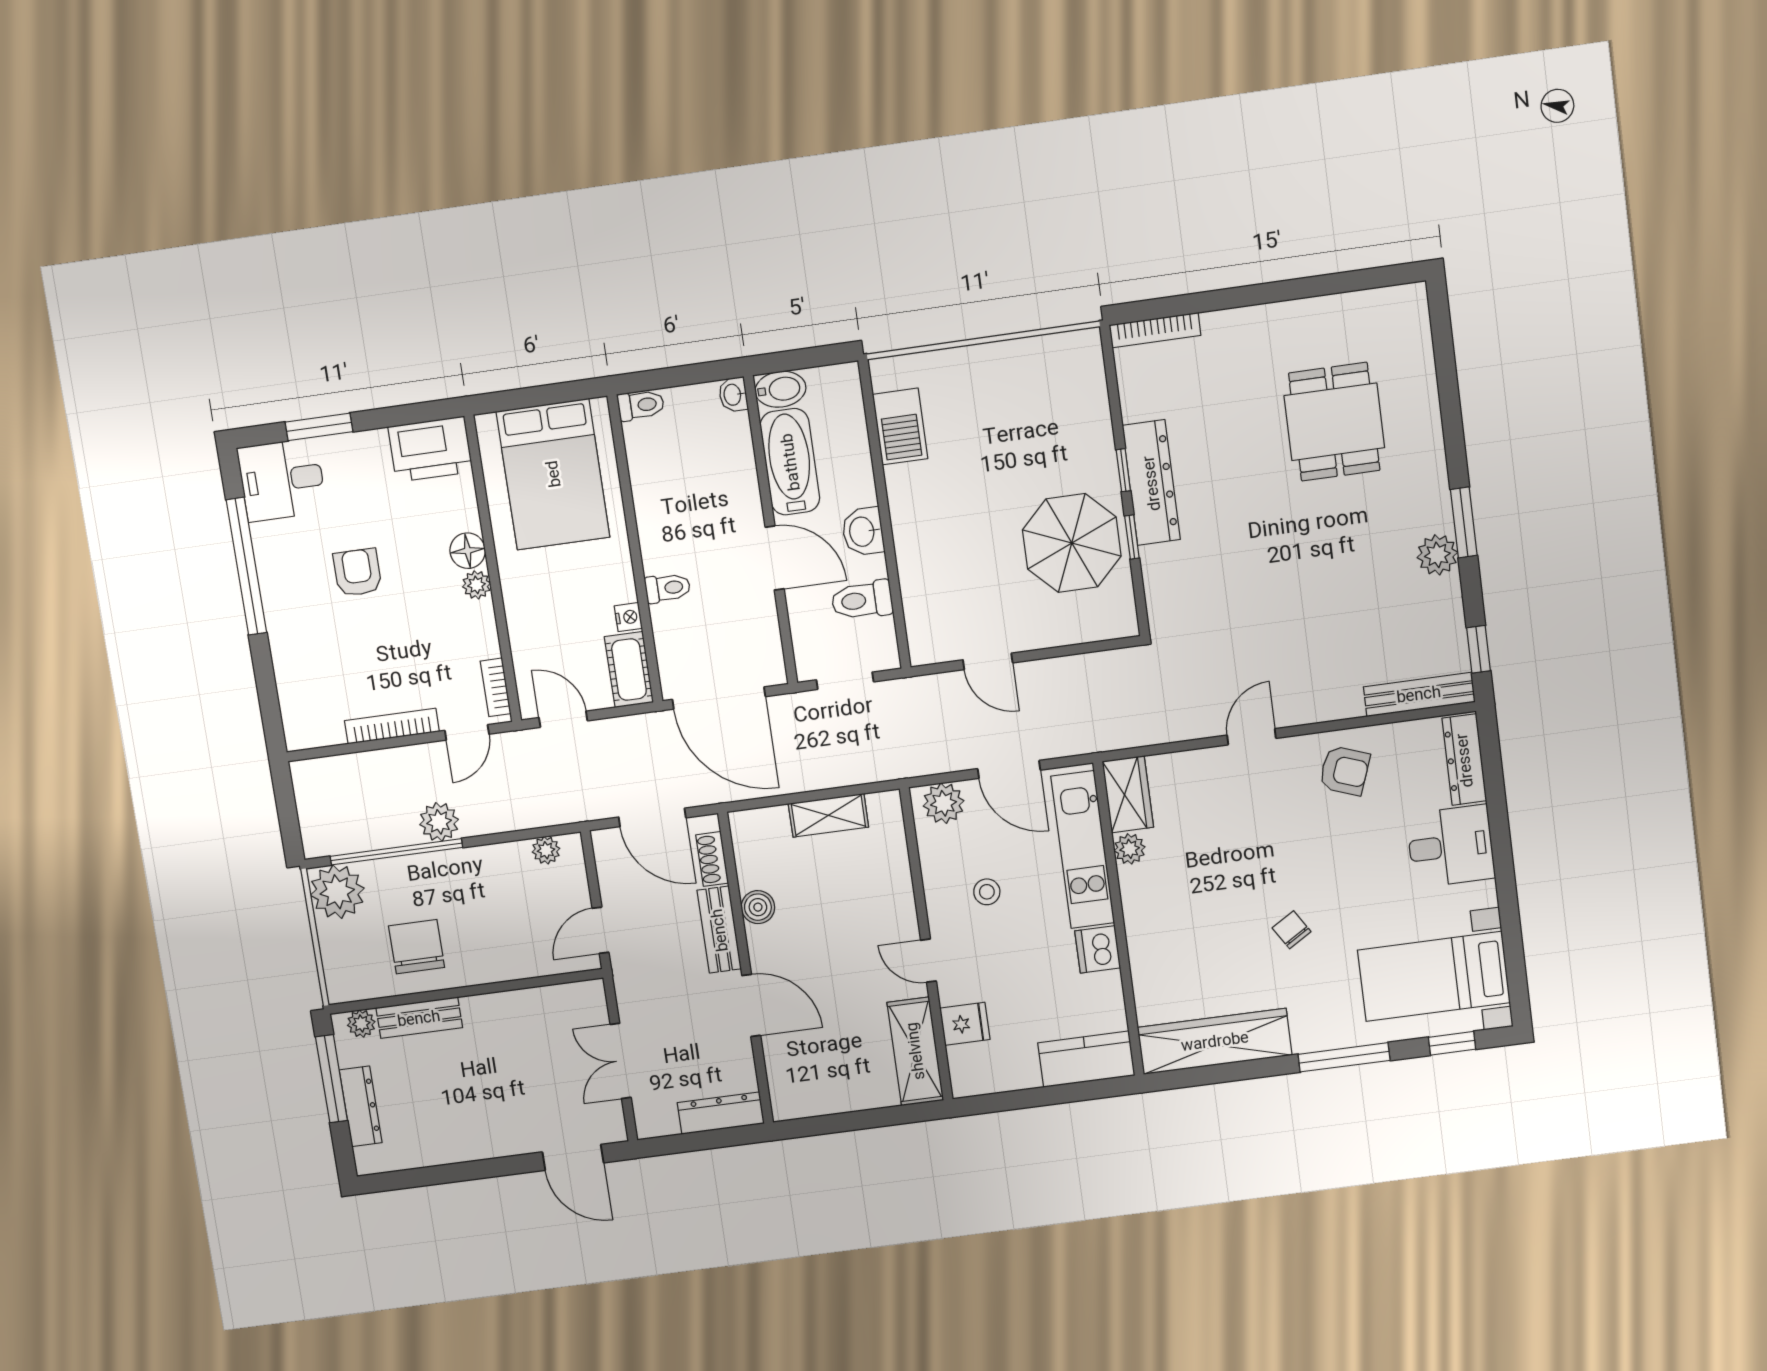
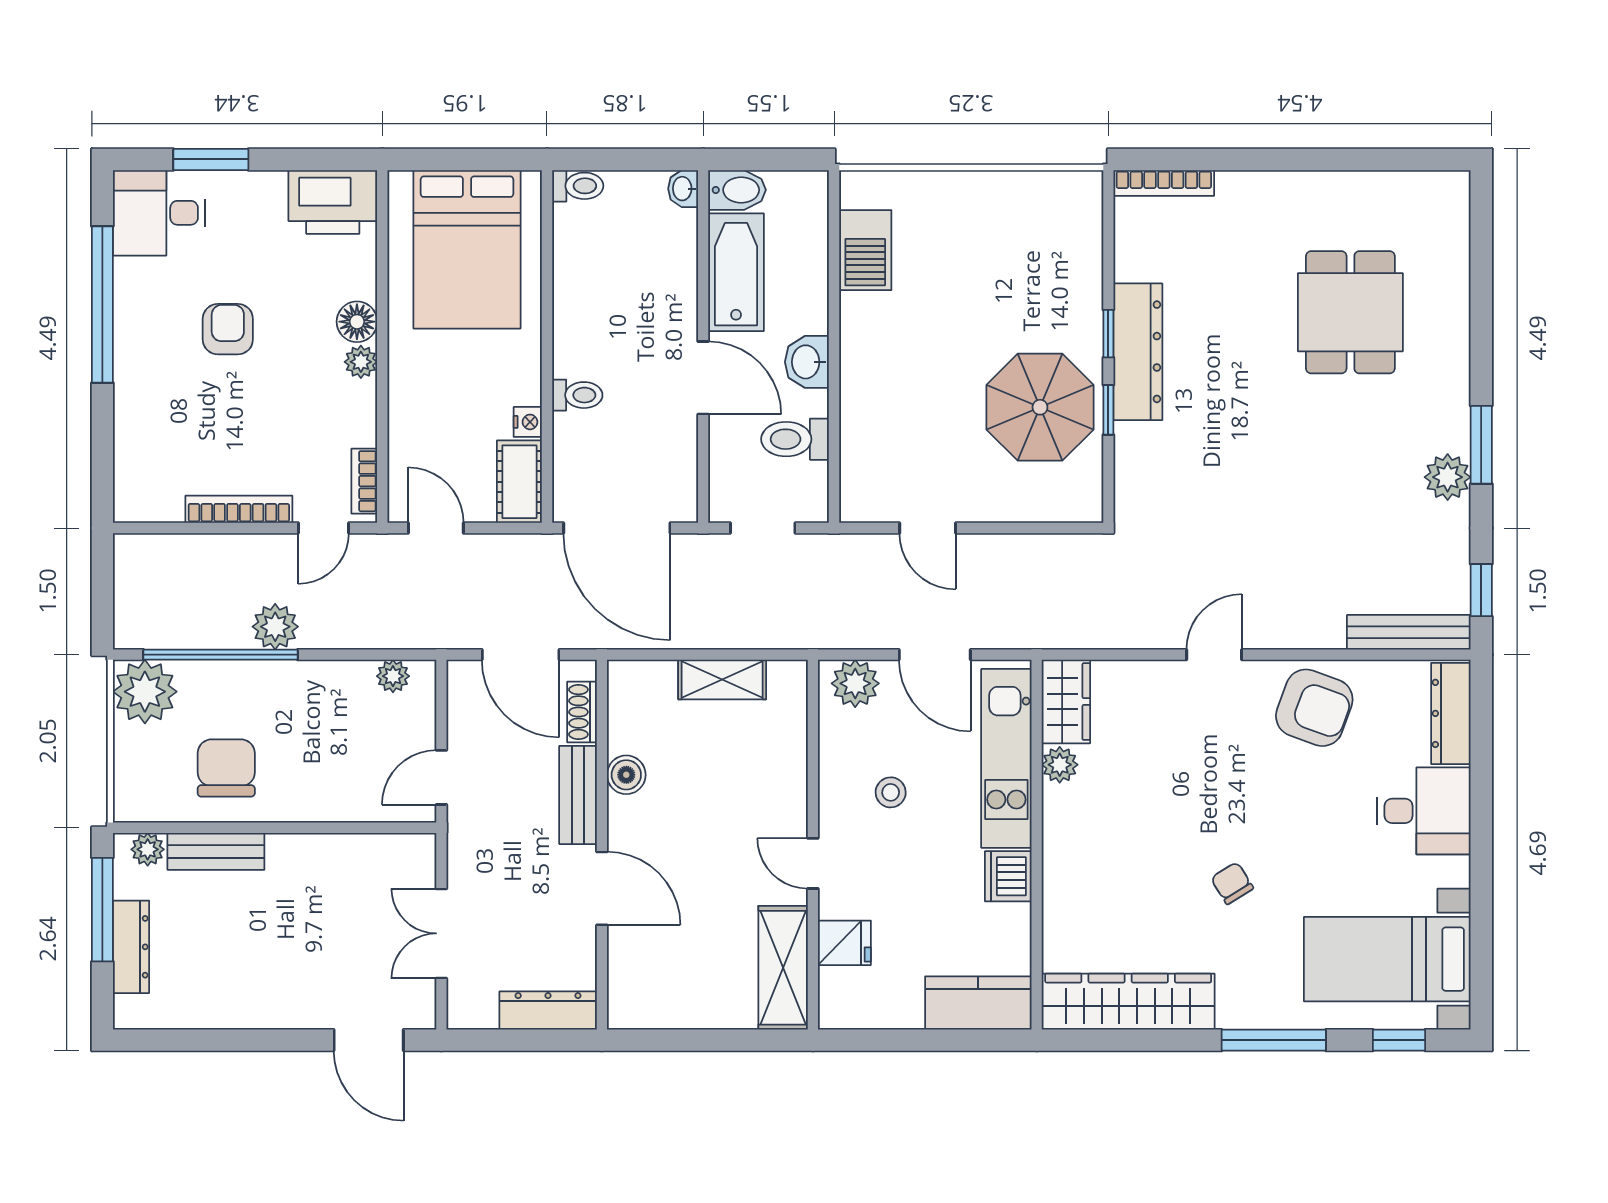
armchair: (1344, 771) -> (1314, 708), width x1.38, depth x1.38

